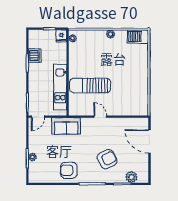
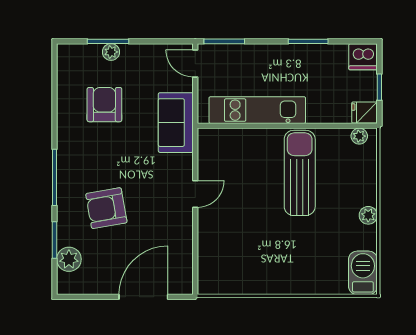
dishwasher: (35, 56) -> (363, 57), moved
sun lounger: (90, 85) -> (300, 173), moved
armchair: (107, 159) -> (106, 208), turned 108
armchair: (69, 170) -> (104, 105), moved

